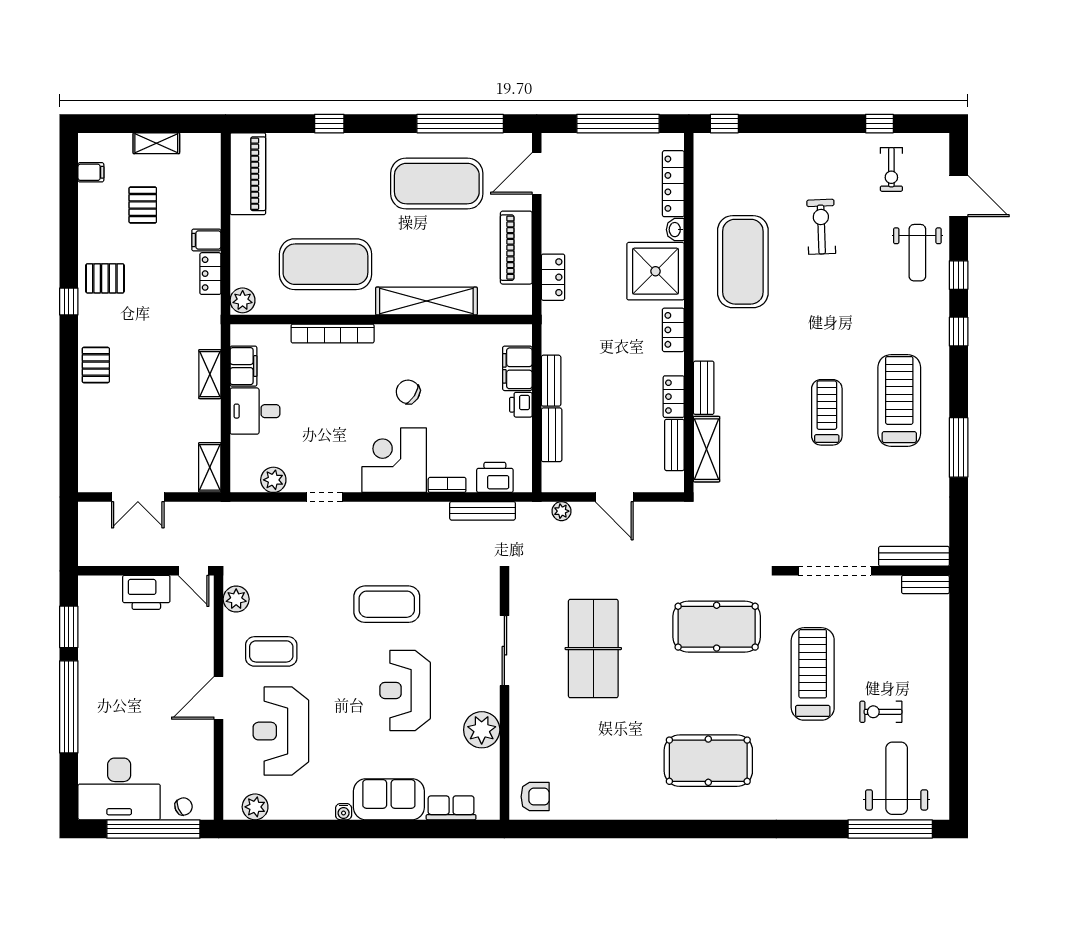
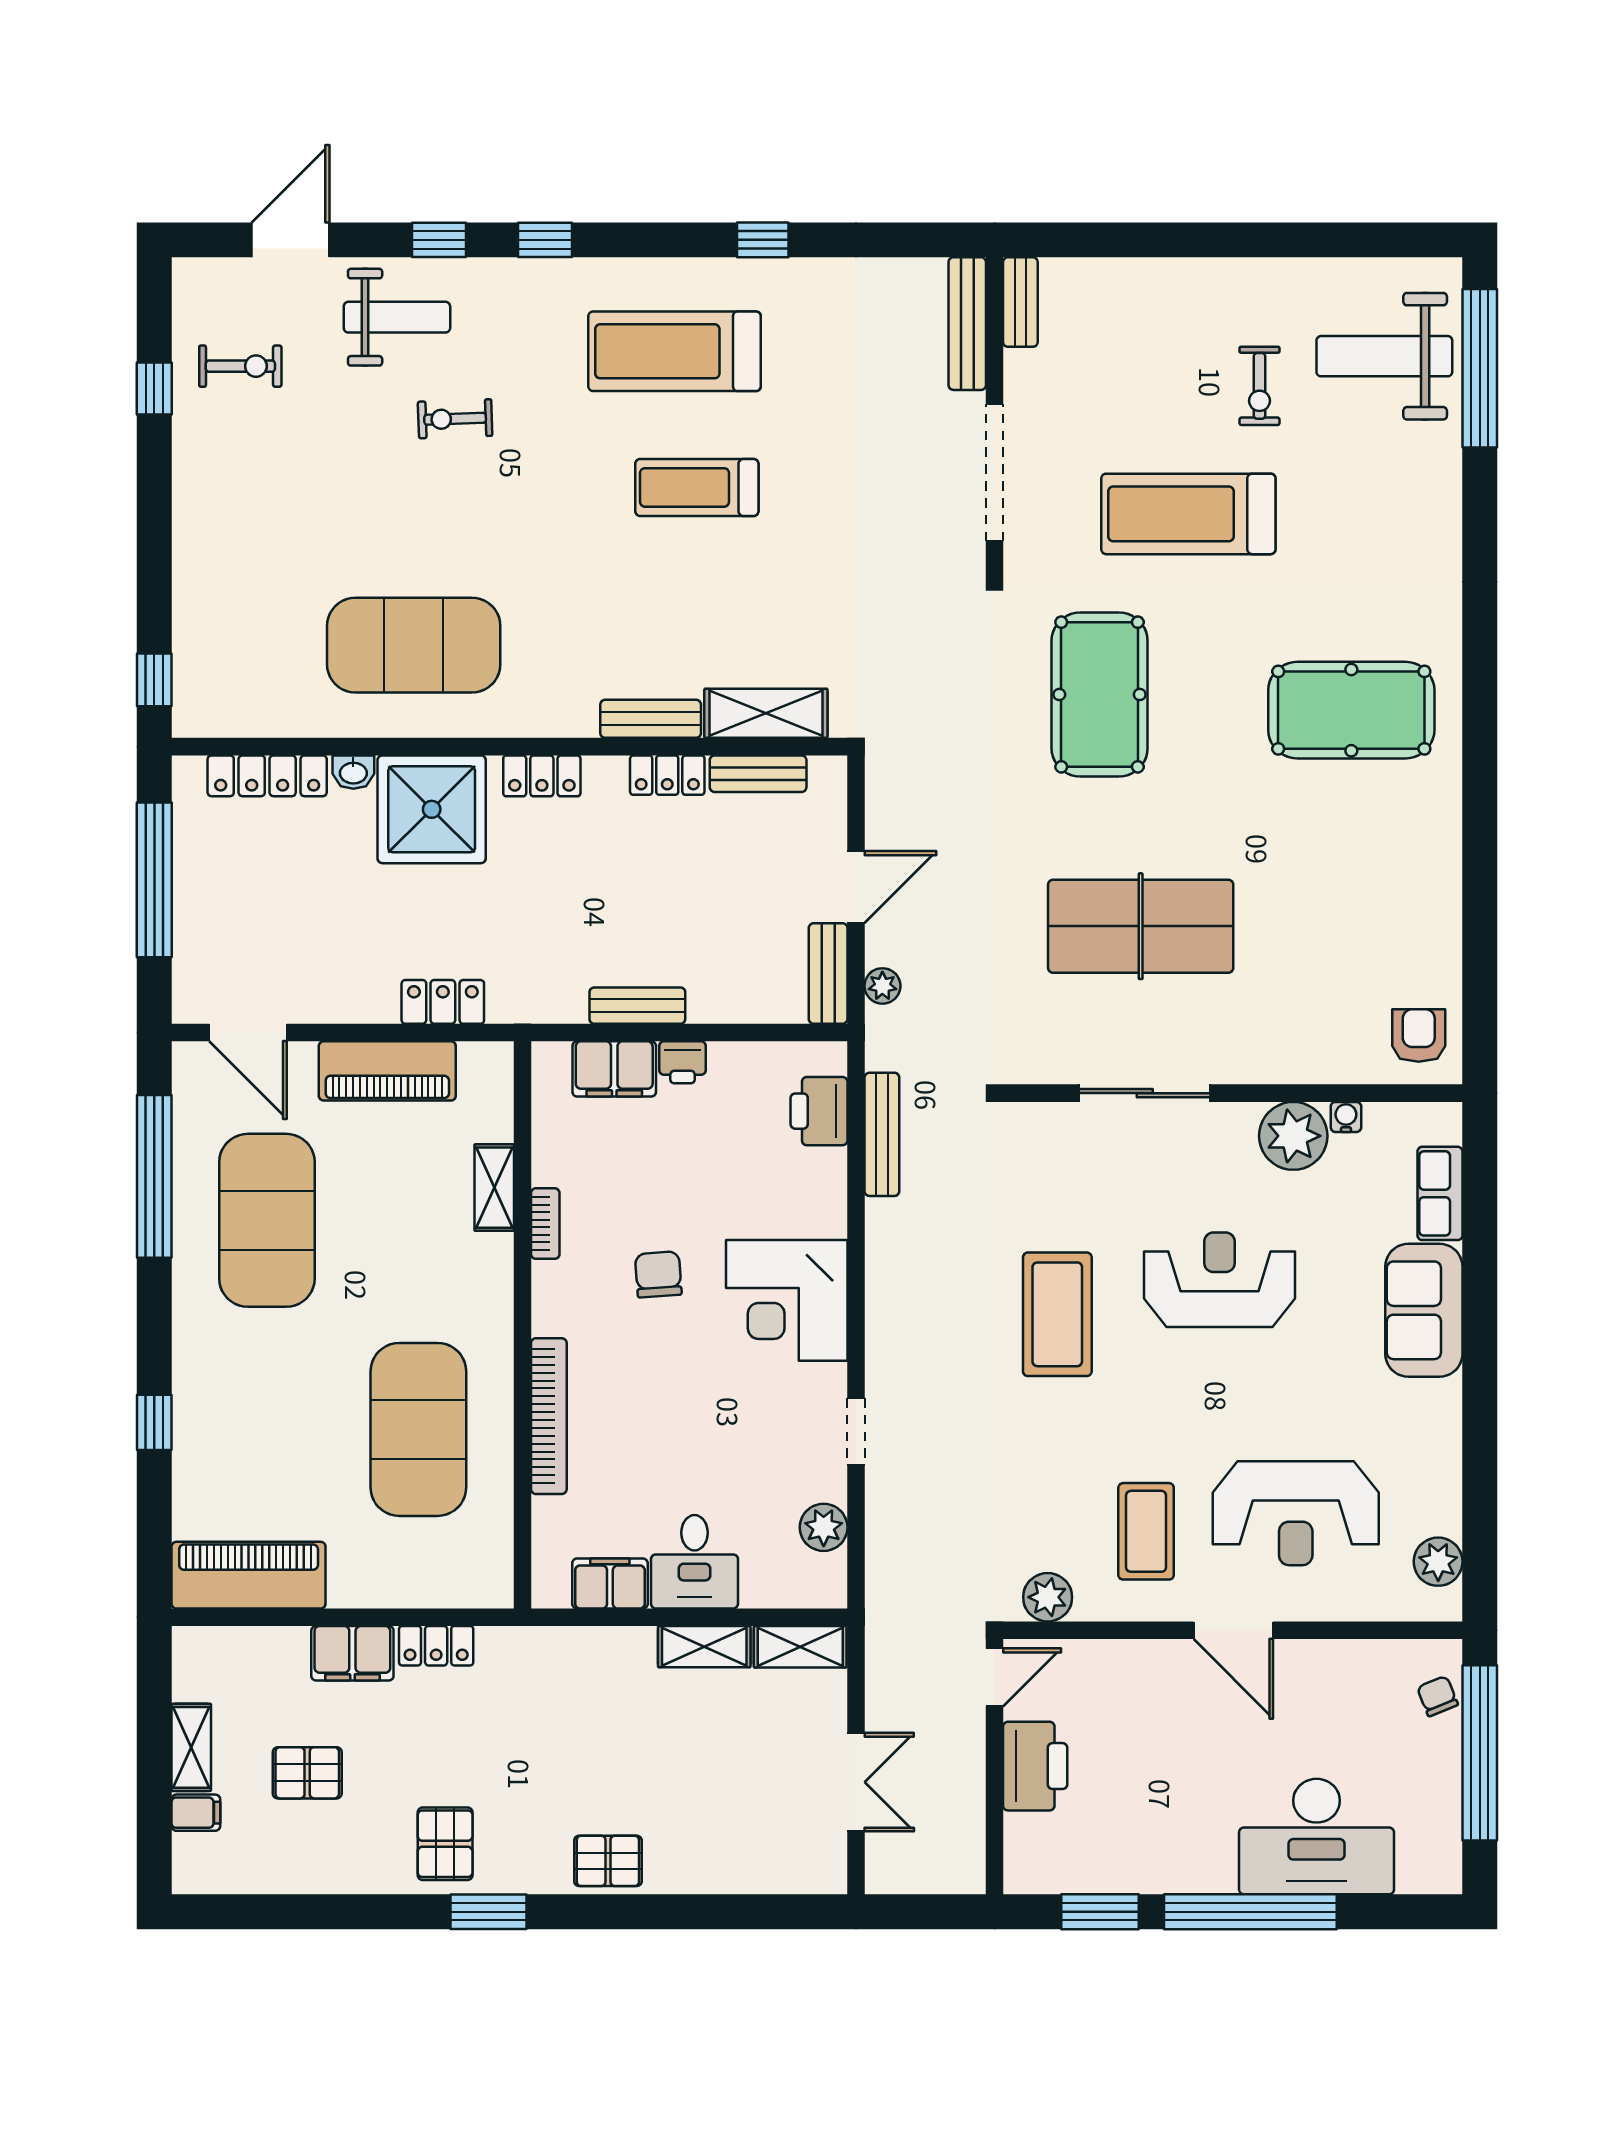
filing cabinet: (91, 172) -> (196, 1813), moved, turned 90
exercise bike: (821, 227) -> (455, 419), moved, width x0.73, depth x0.72
filing cabinet: (206, 240) -> (352, 1653), width x2.00
plant: (243, 300) -> (486, 1585), removed
shelving: (426, 301) -> (494, 1188), width x0.45, depth x0.75
window: (69, 302) -> (489, 1912), width x1.50
shelving: (210, 374) -> (704, 1647), moved
chair: (408, 392) -> (658, 1274), turned 143
bench: (552, 435) -> (828, 973), moved, turned 90
window: (959, 447) -> (763, 240), width x0.46
bookcase: (447, 485) -> (545, 1224), moved, turned 180
reception desk: (405, 690) -> (1219, 1280), turned 180
pool table: (708, 761) -> (1351, 710), turned 90
desk: (119, 789) -> (1317, 1837), moved, turned 90
water cooler: (344, 812) -> (1346, 1117), moved, turned -90

